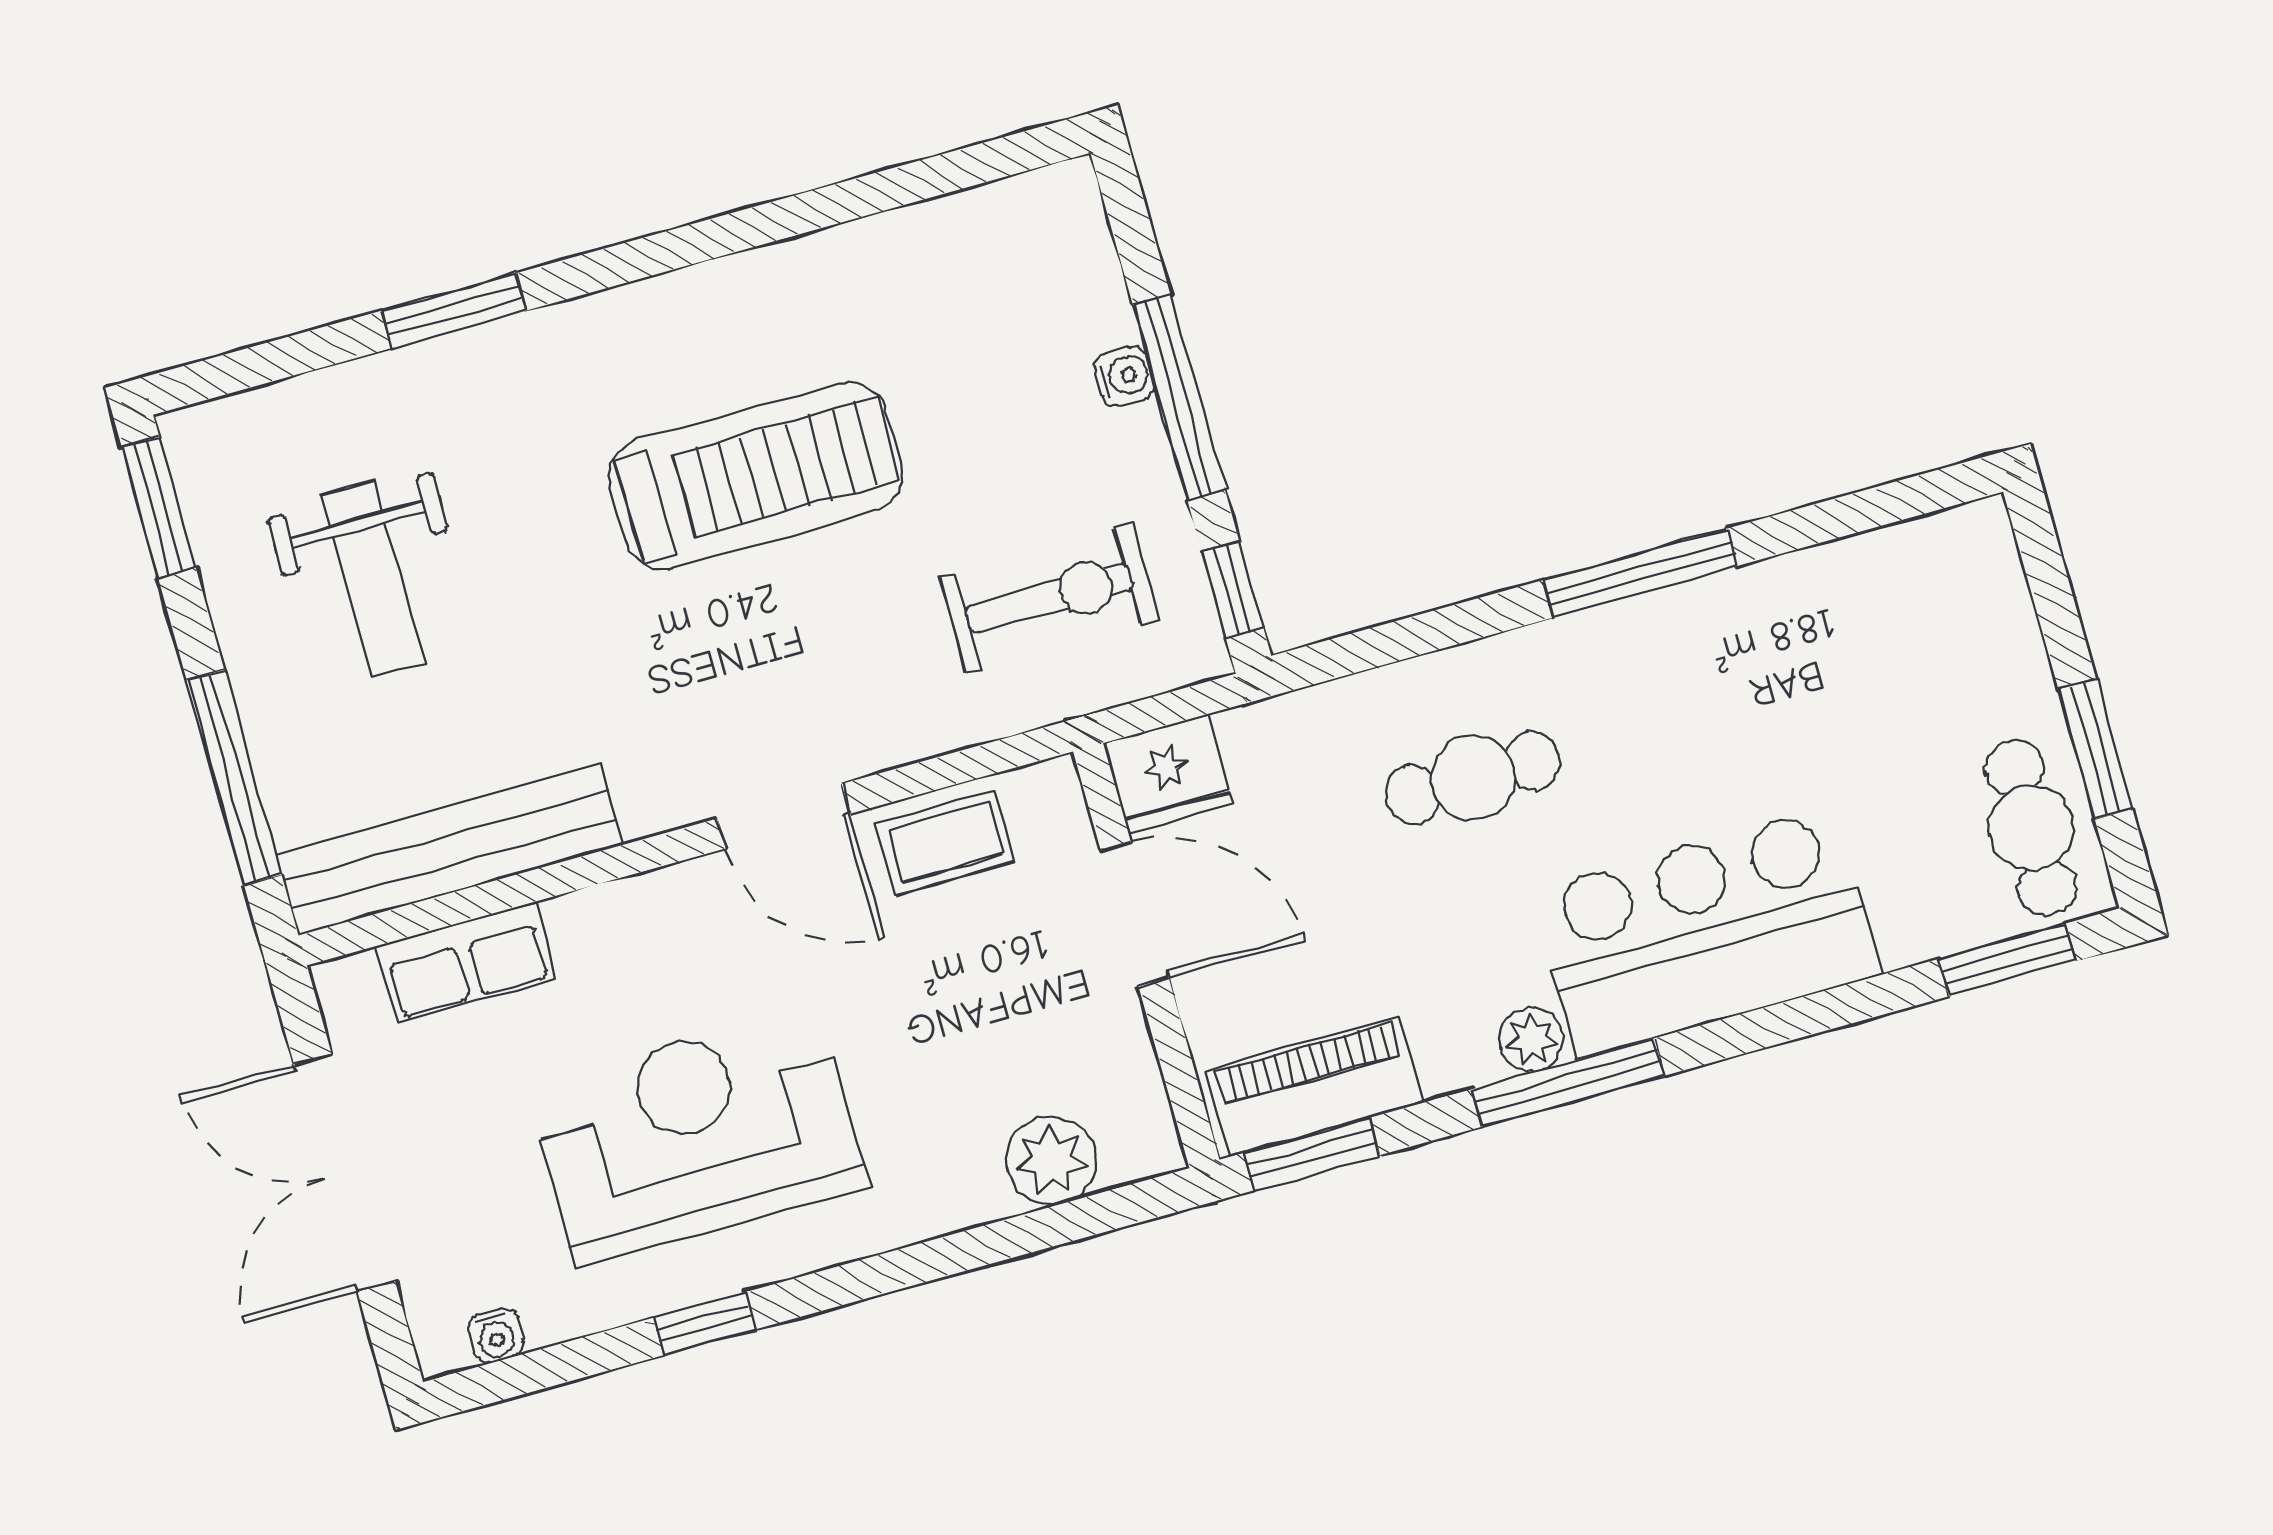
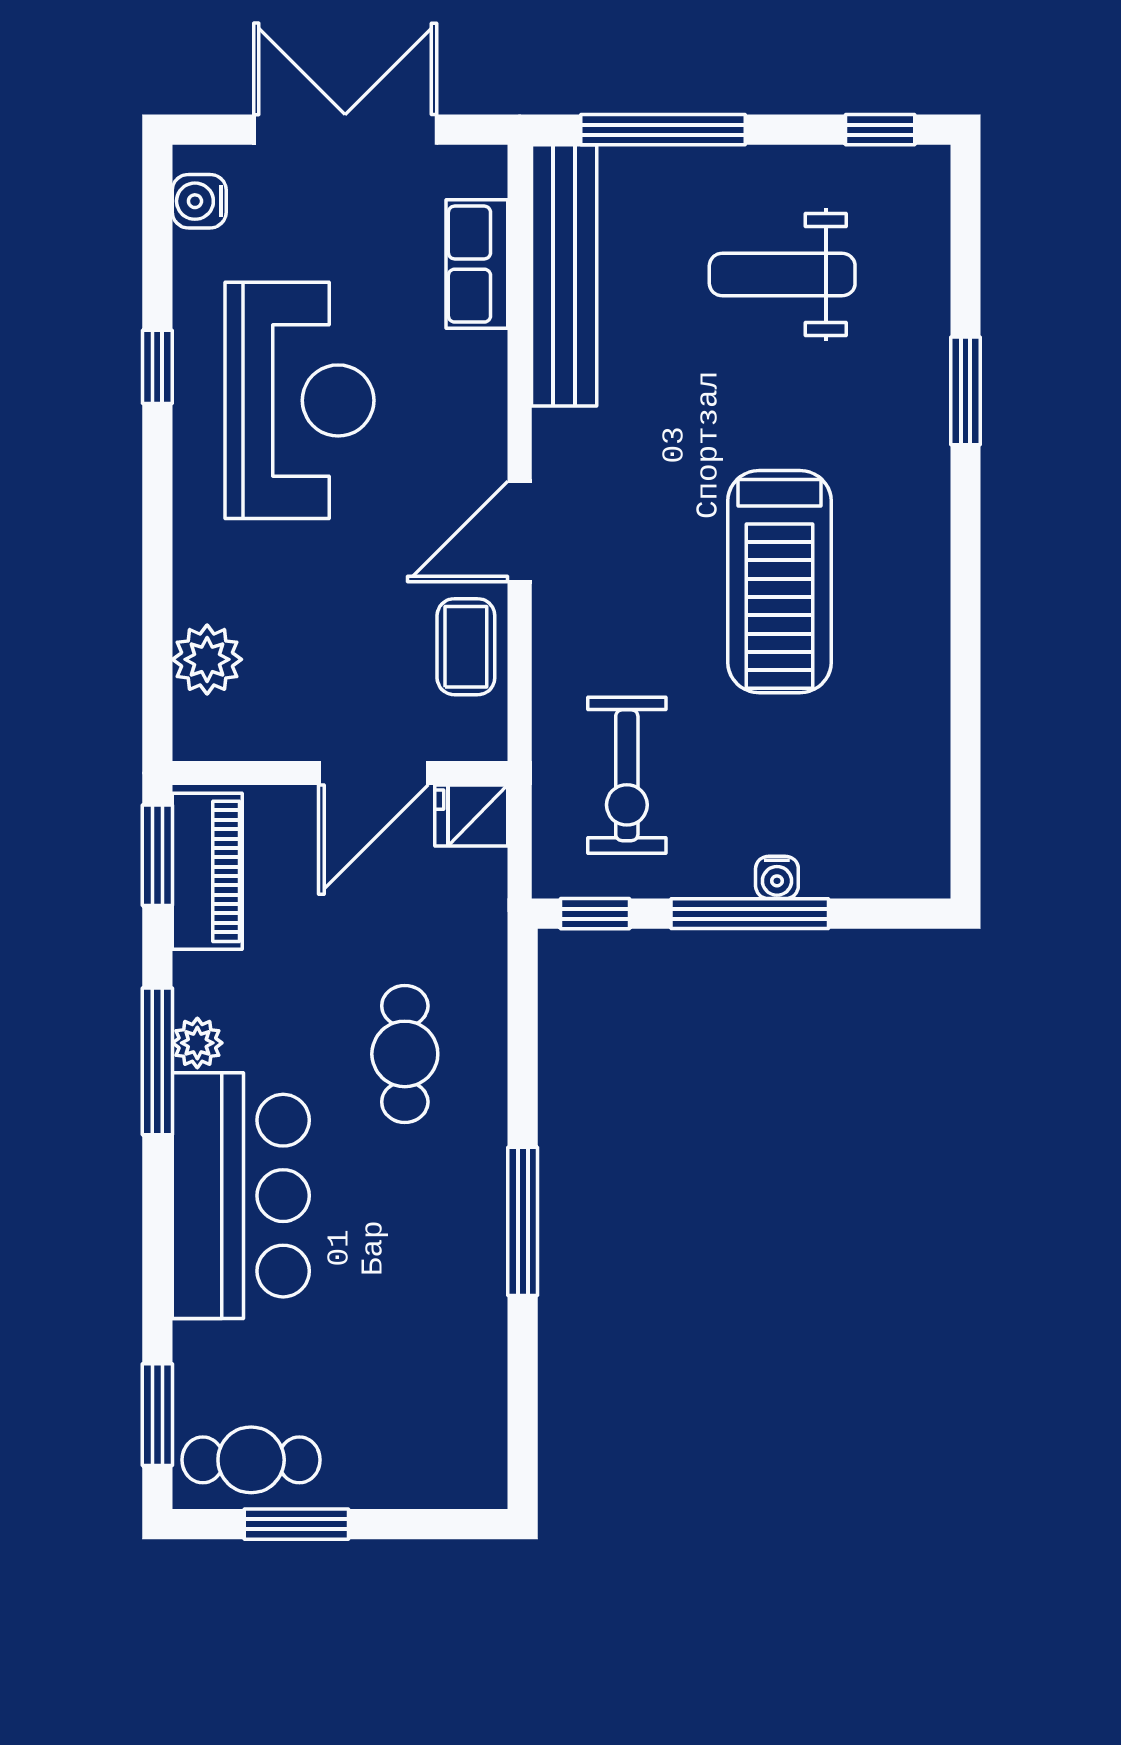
window: (159, 507) -> (880, 130), width x0.67
fridge: (1168, 774) -> (471, 816), width x0.72
water cooler: (496, 1336) -> (199, 201), width x1.38, depth x1.38

